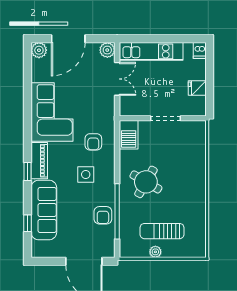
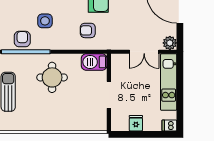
side table: (86, 174) -> (45, 21), moved
round table: (146, 182) -> (52, 77), turned -30
armchair: (103, 215) -> (22, 39), turned 90

